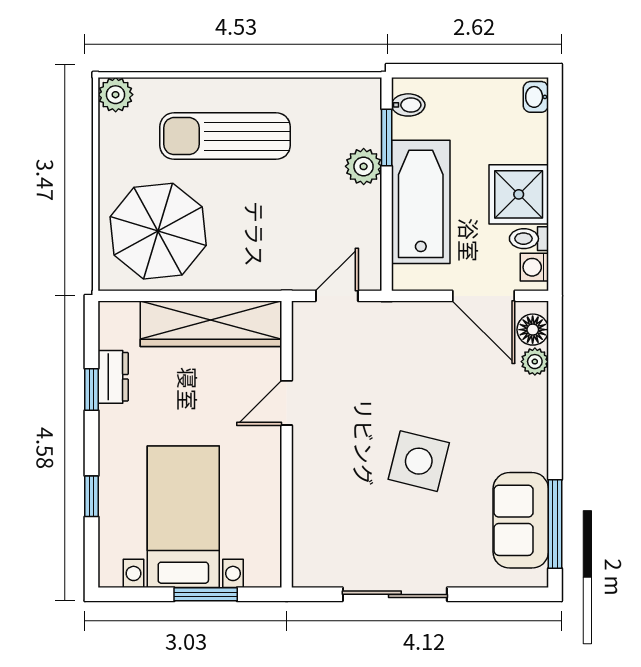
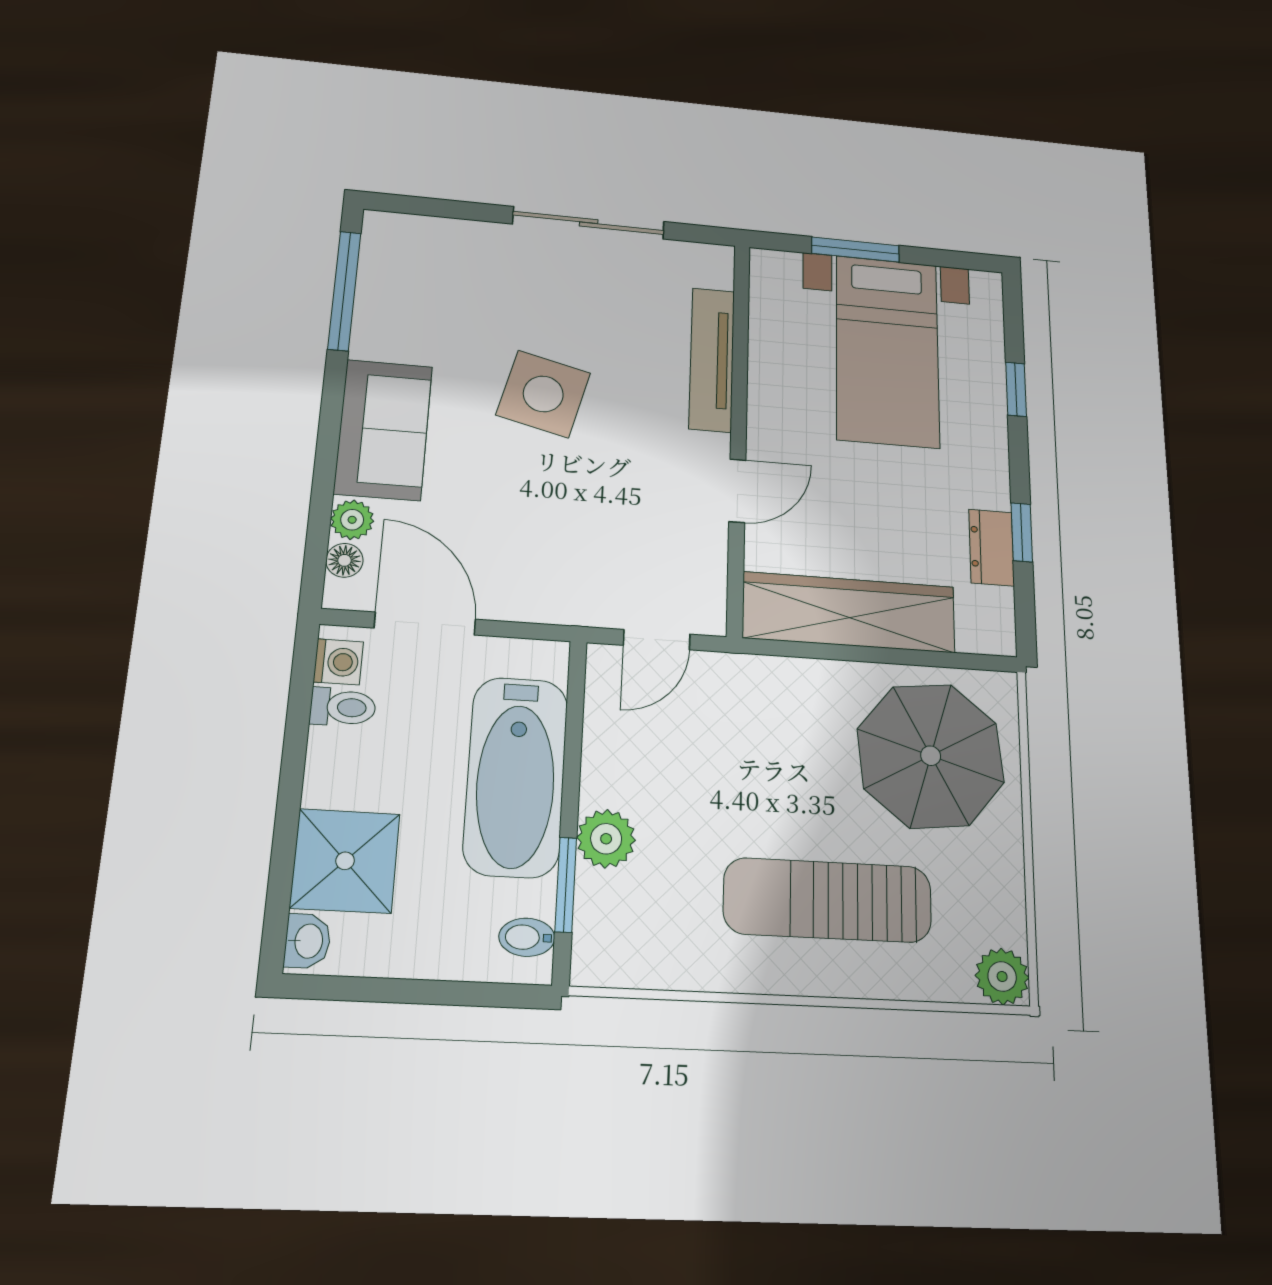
sun lounger: (225, 136) -> (828, 900), turned 180
shower: (519, 194) -> (345, 861), moved
floor lamp: (533, 330) -> (344, 560), width x0.73, depth x0.73
tv unit: (306, 498) -> (712, 359), added
sofa: (521, 520) -> (383, 430), moved

